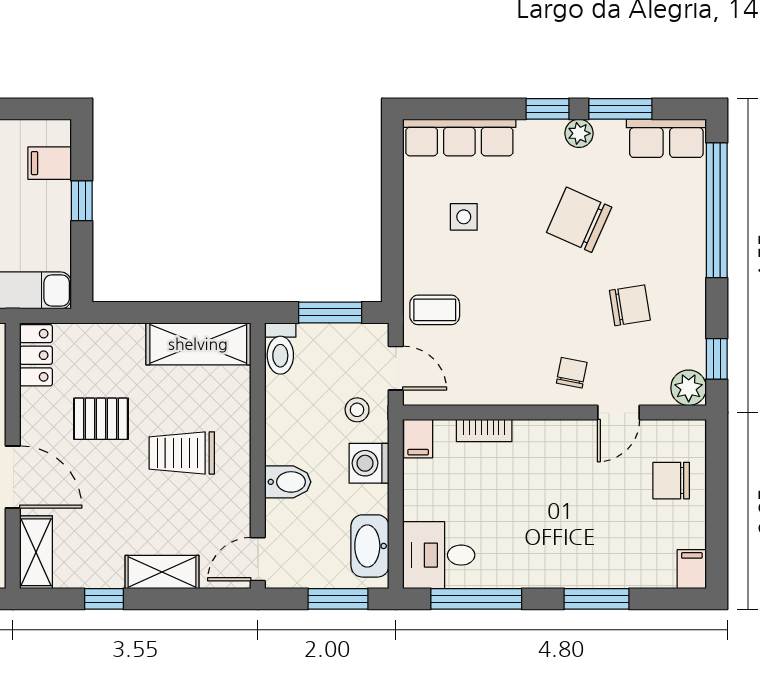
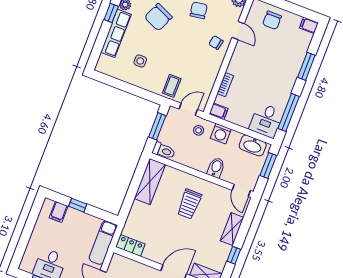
row of seats: (459, 138) -> (116, 33), moved
pallet: (101, 419) -> (164, 230), removed

